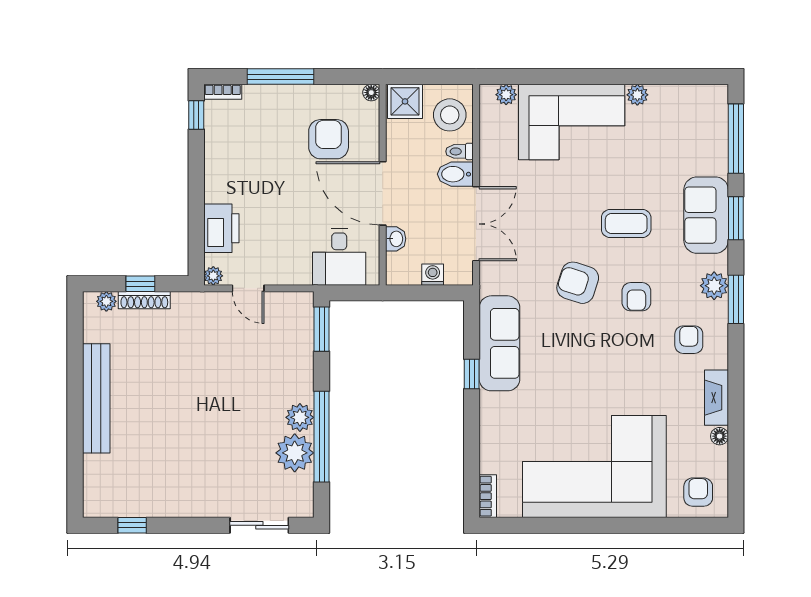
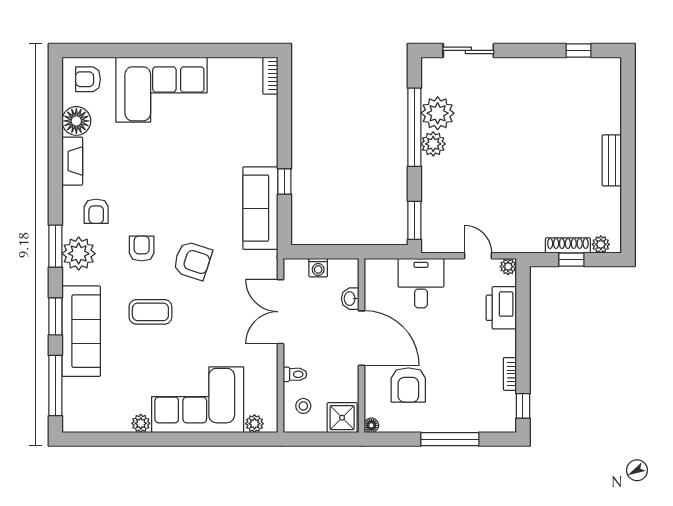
bookcase: (223, 92) -> (510, 374), moved, turned -90
stool: (450, 115) -> (303, 406), width x0.53, depth x0.53
bidet: (455, 174) -> (299, 355), removed
sofa: (706, 215) -> (81, 331), width x1.36
desk: (339, 257) -> (421, 283), moved
plant: (714, 286) -> (79, 254), width x1.36, depth x1.36
bench: (96, 398) -> (612, 160), width x0.54, depth x0.82
floor lamp: (720, 436) -> (76, 121), width x1.89, depth x1.89
corner sofa: (594, 467) -> (161, 90), width x0.73, depth x0.74
armchair: (698, 492) -> (88, 79), turned 90

